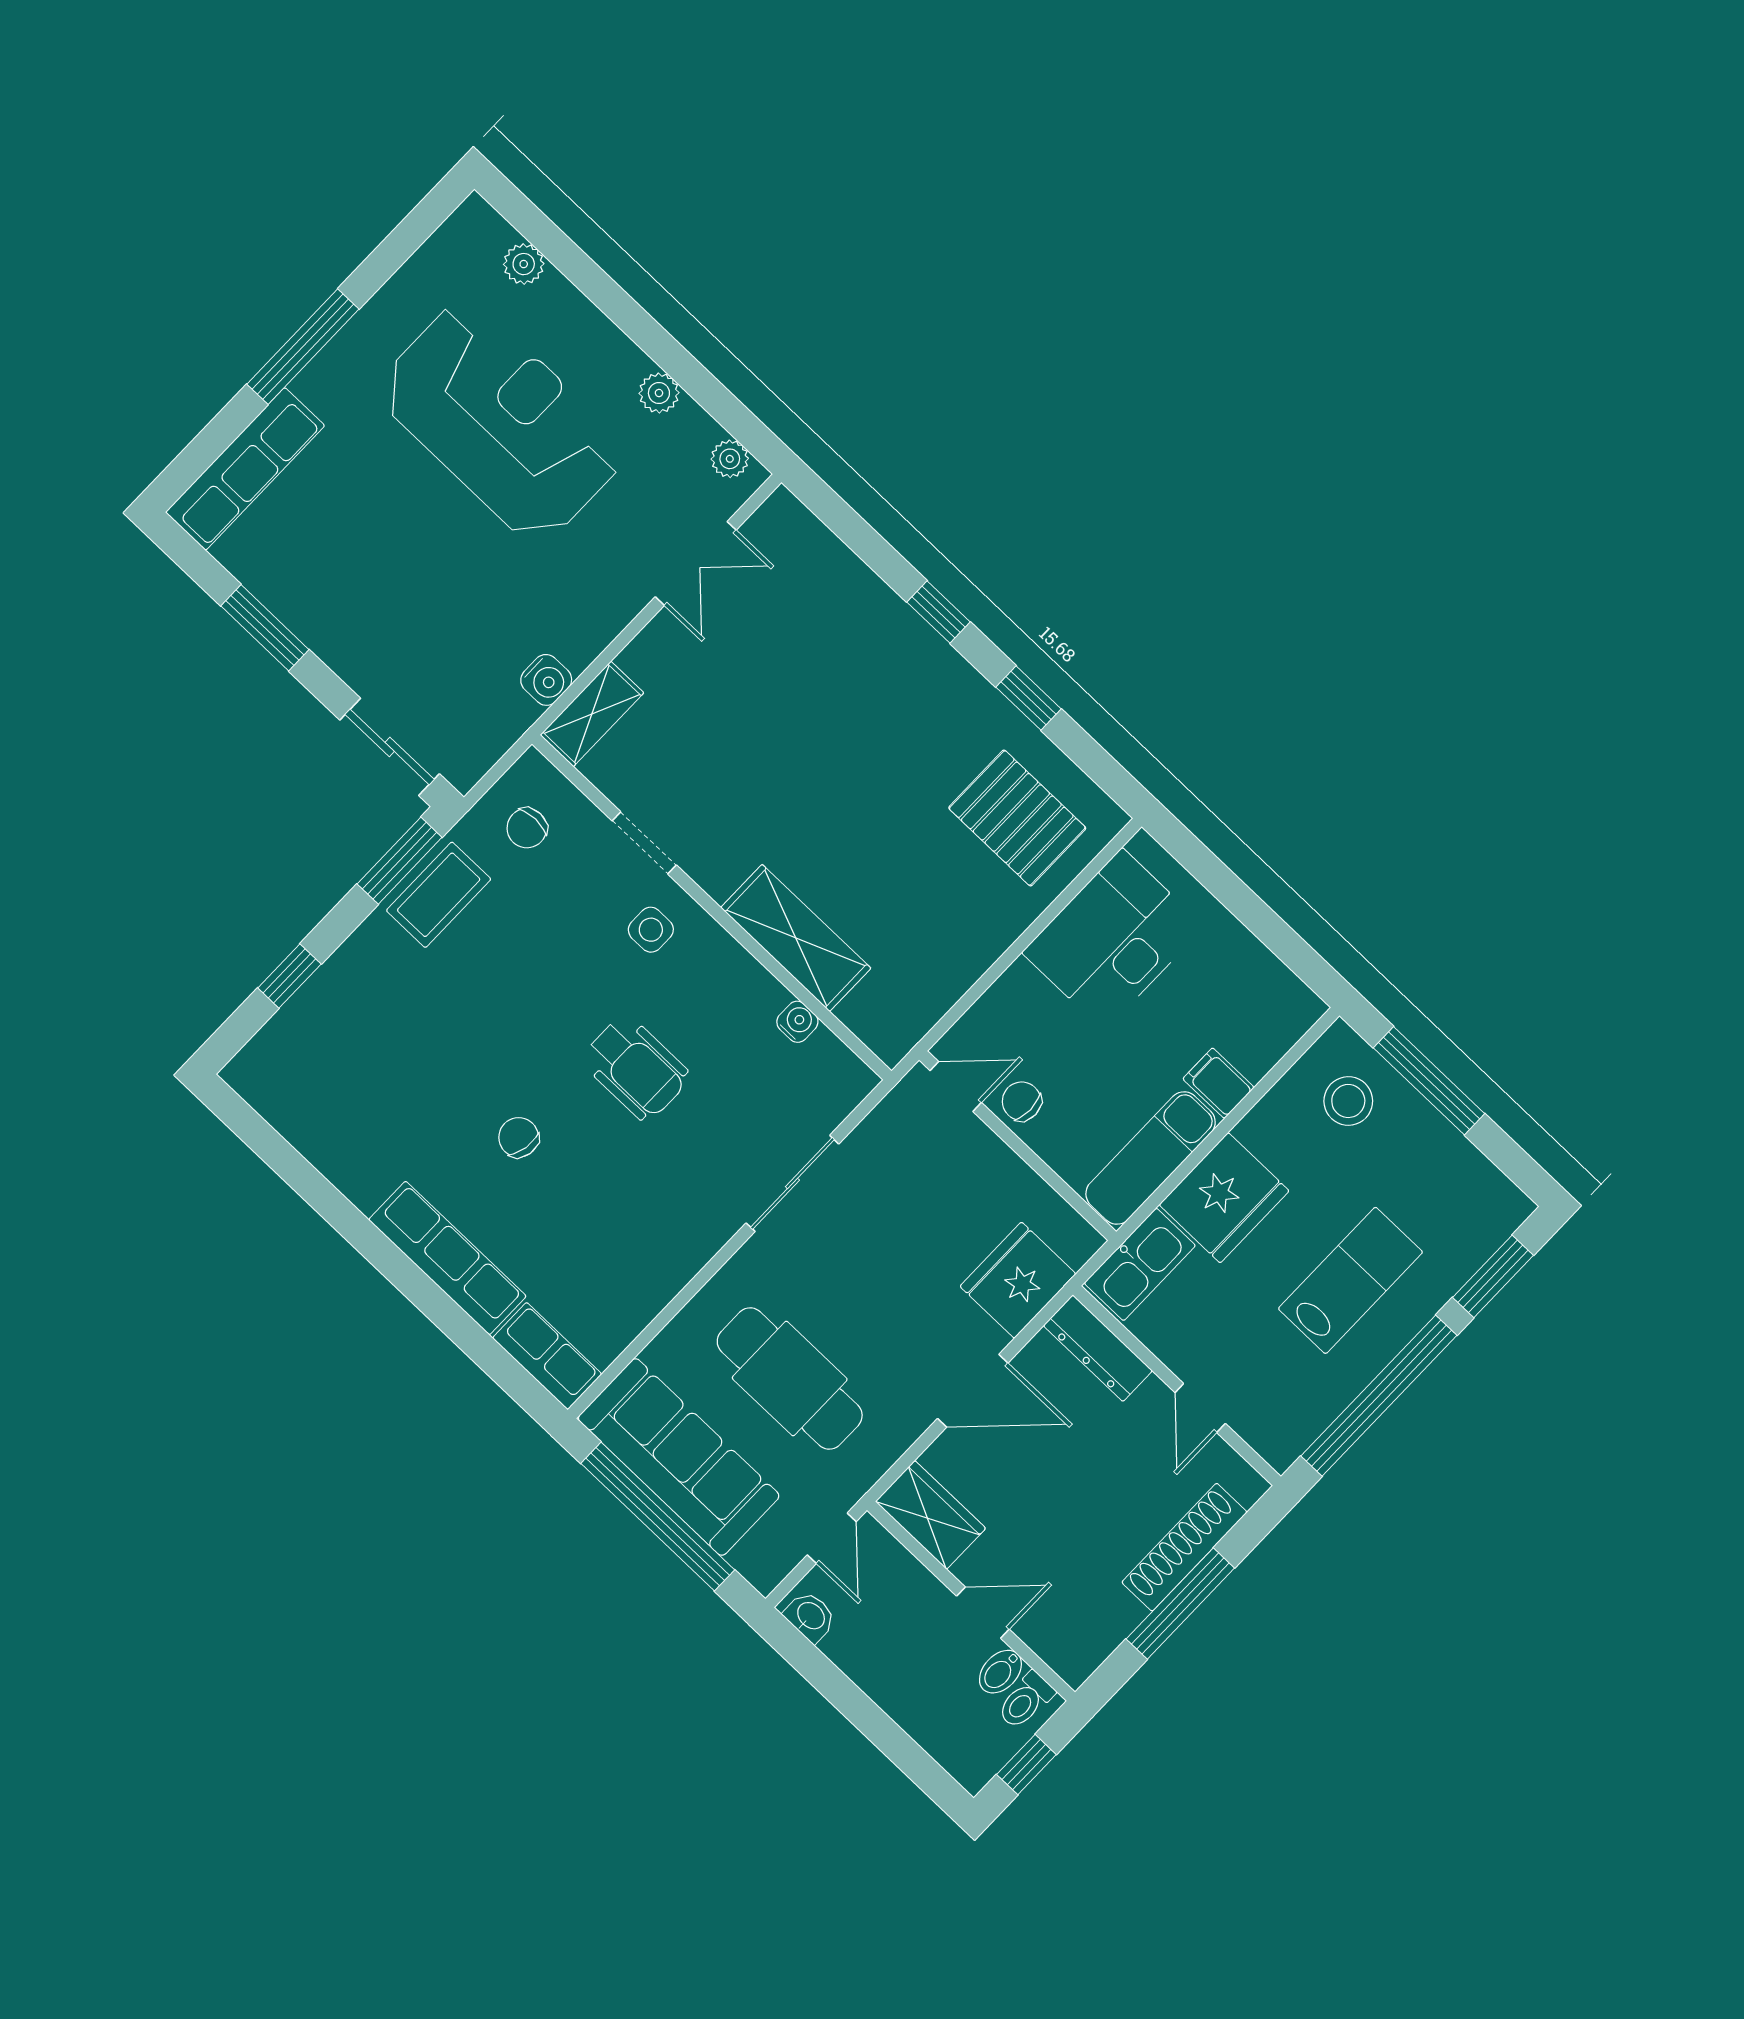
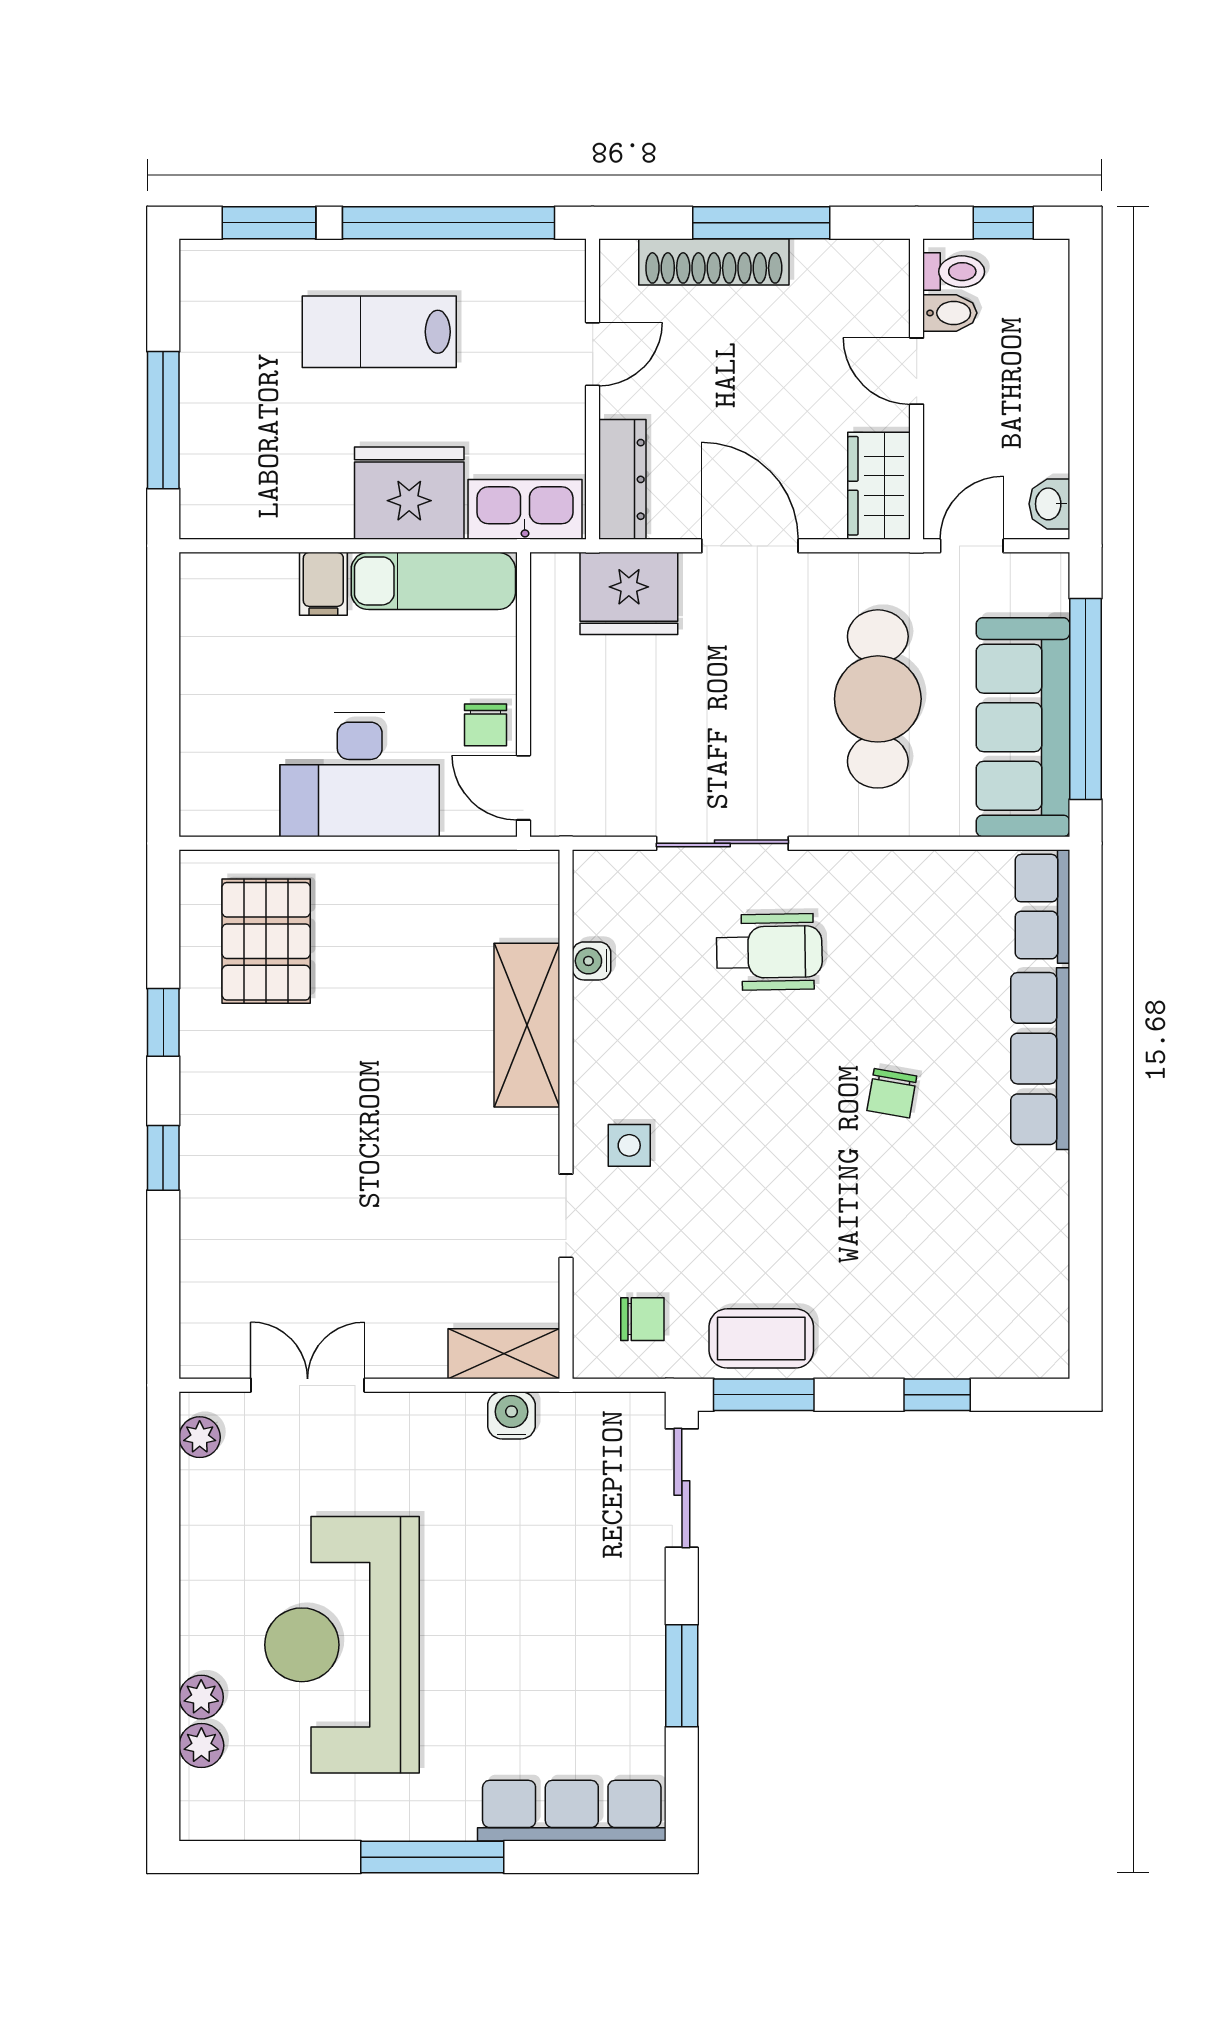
plant: (659, 393) -> (201, 1697), moved
desk: (1113, 940) -> (360, 775), moved
wheelchair: (636, 1068) -> (769, 952), moved, turned 89
stool: (1348, 1101) -> (240, 468), removed

